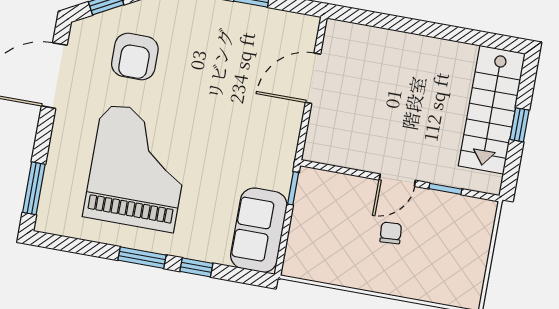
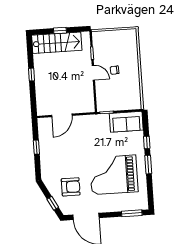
window: (430, 29) -> (32, 75), added
door: (313, 78) -> (62, 115), hinge flipped

